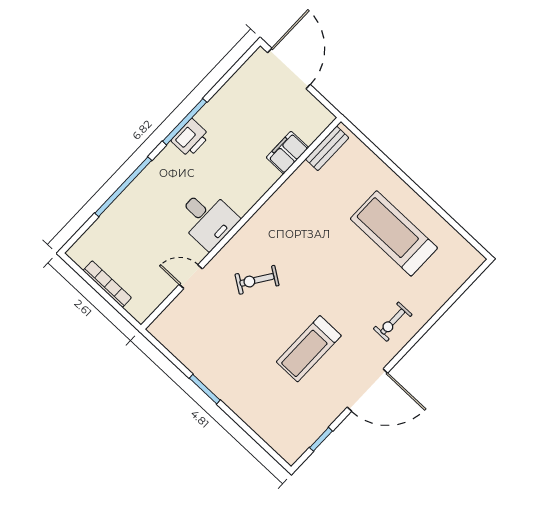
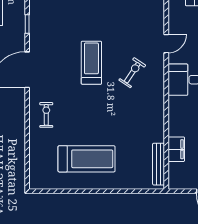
bench: (327, 148) -> (159, 164), width x1.36
treadmill: (309, 349) -> (91, 63), moved

